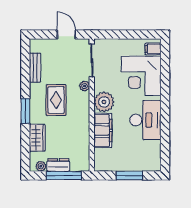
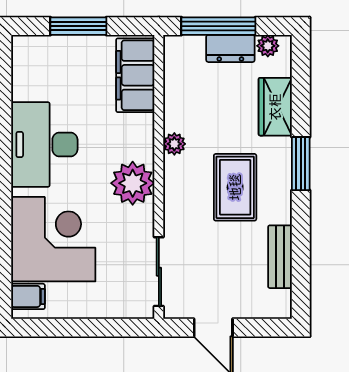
plant: (85, 86) -> (174, 144), moved
filing cabinet: (103, 130) -> (135, 75), moved

